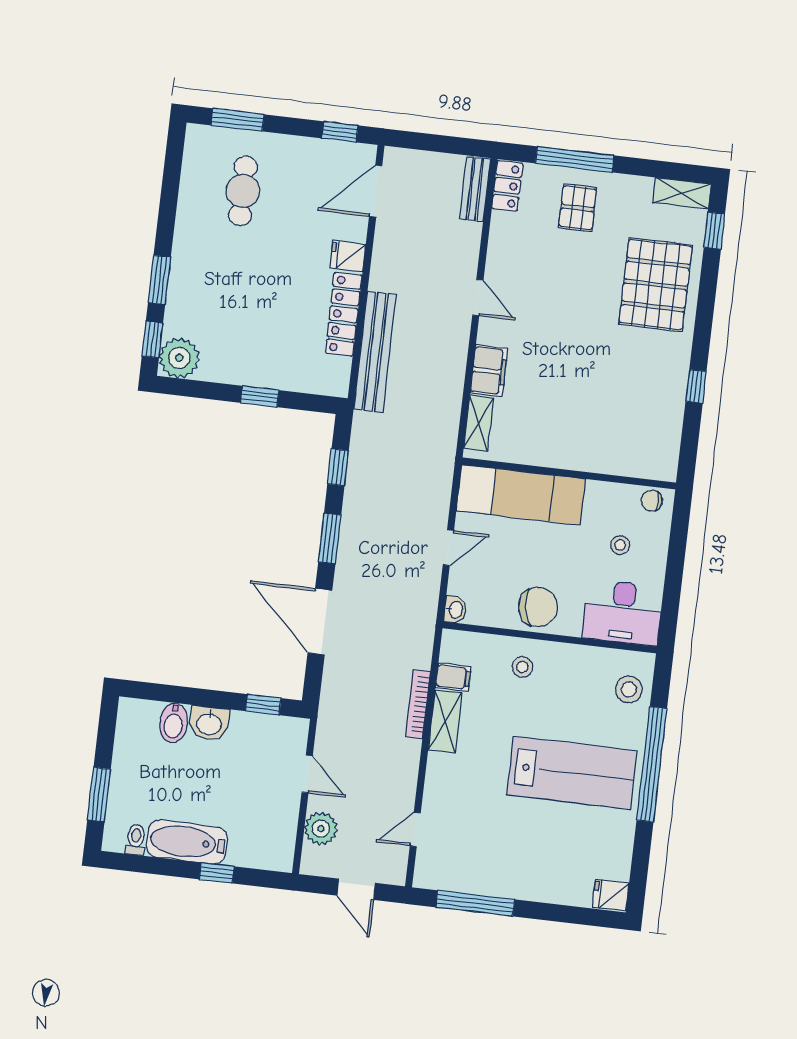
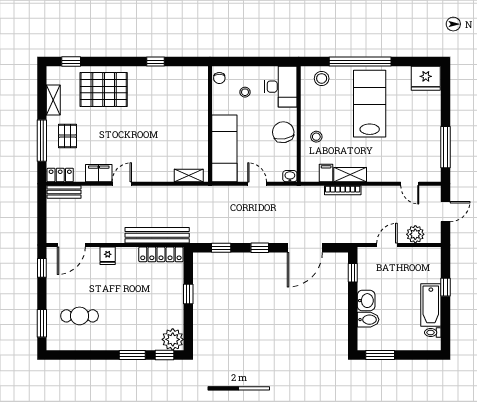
door: (376, 191) -> (71, 245), hinge flipped
shelving: (682, 193) -> (53, 100), moved
pallet: (578, 208) -> (67, 136), turned 90
locker: (344, 314) -> (161, 254), moved
filing cabinet: (489, 371) -> (99, 173), moved
window: (330, 538) -> (260, 248), width x0.67
window: (99, 795) -> (380, 355), moved
fridge: (611, 895) -> (426, 78), width x1.88, depth x1.34

